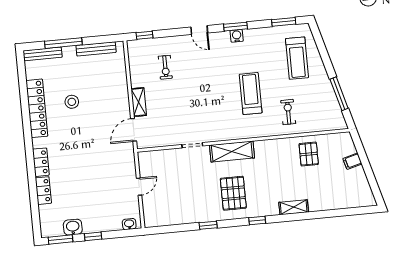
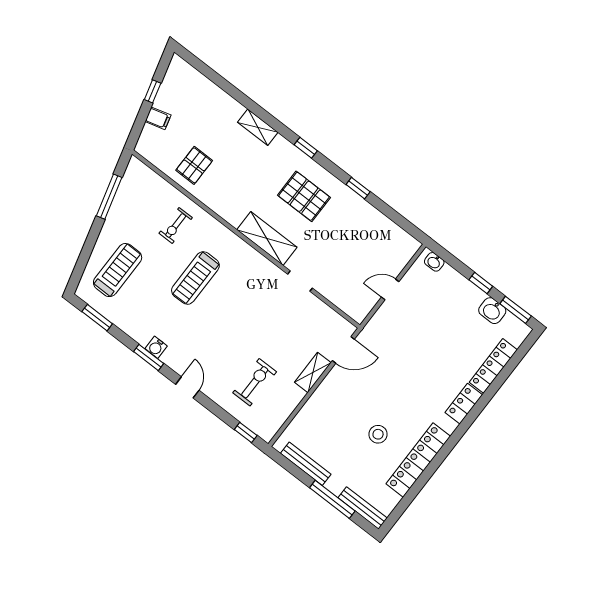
exercise bike: (165, 67) -> (255, 382), width x1.38, depth x1.39
window: (369, 173) -> (153, 91), added
locker: (43, 191) -> (493, 366), width x1.53
pallet: (233, 193) -> (304, 196), turned 90

